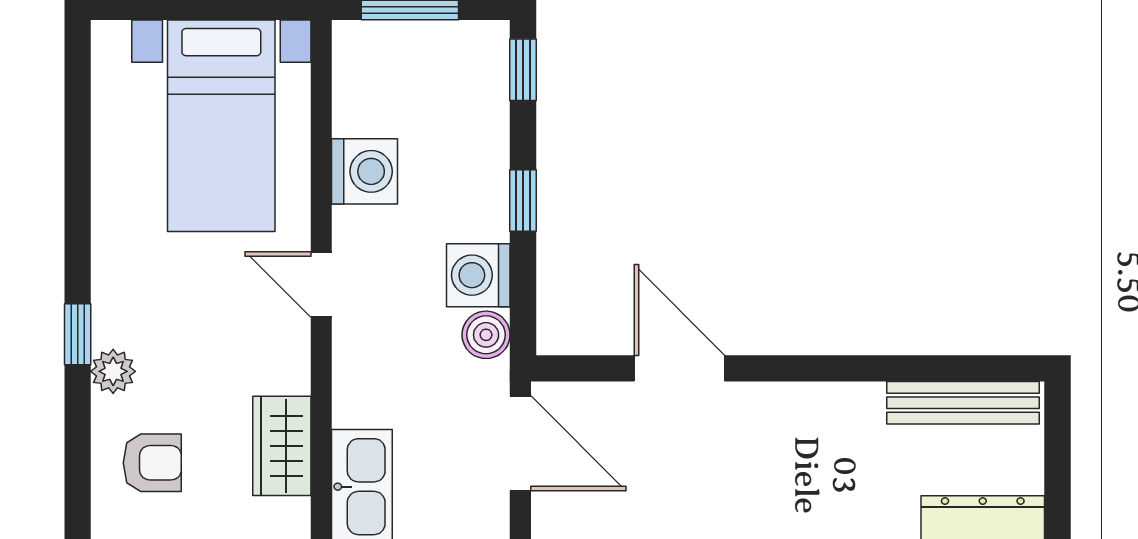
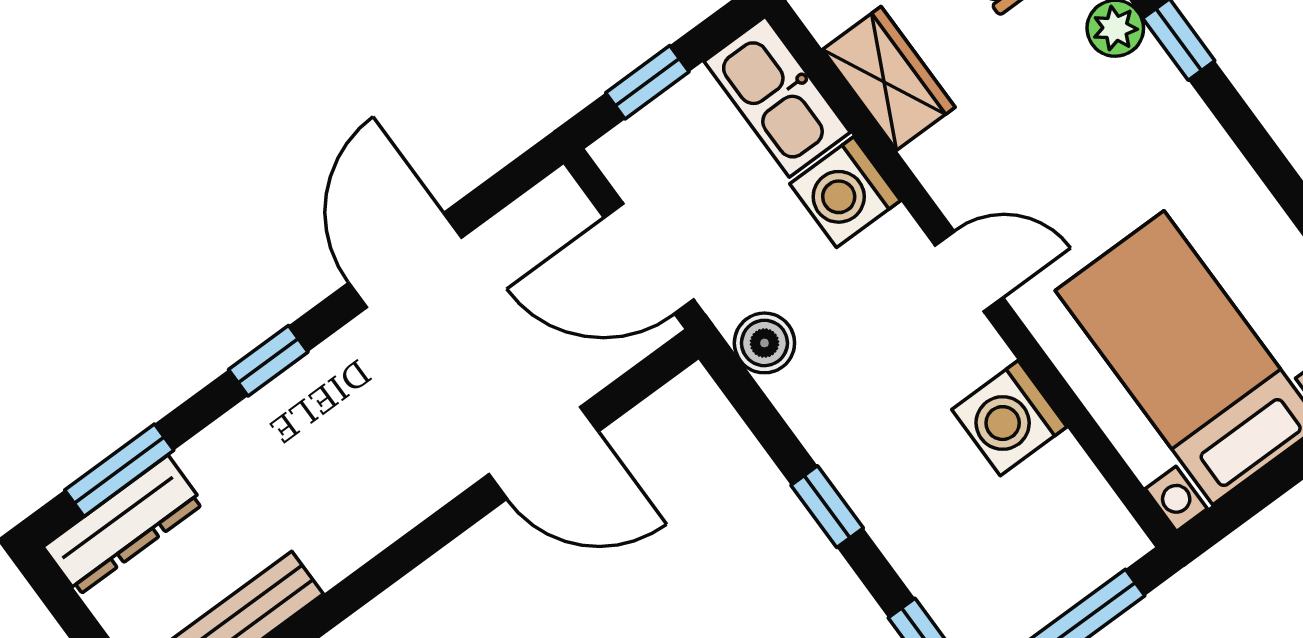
washing machine: (478, 275) -> (845, 192), moved, turned 180

